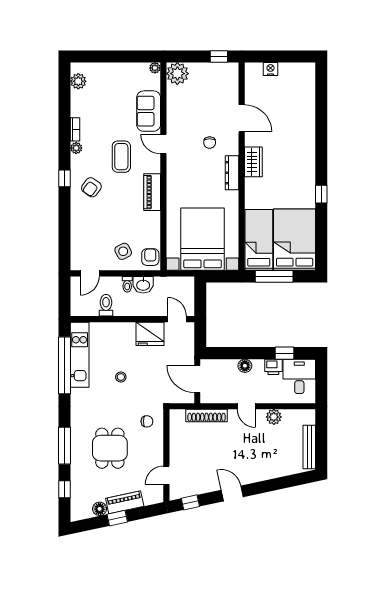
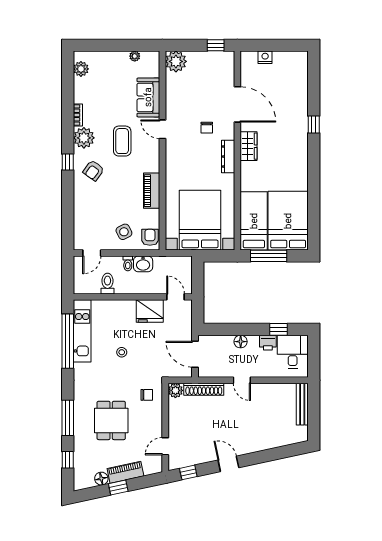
plant: (155, 68) -> (135, 56), moved
door: (242, 118) -> (237, 104), width x1.36
plant: (76, 148) -> (84, 138), width x1.87, depth x1.87
piano: (152, 192) -> (152, 191), moved
window: (321, 194) -> (314, 125), moved
plant: (274, 417) -> (175, 390), moved
bench: (309, 447) -> (302, 404), moved

